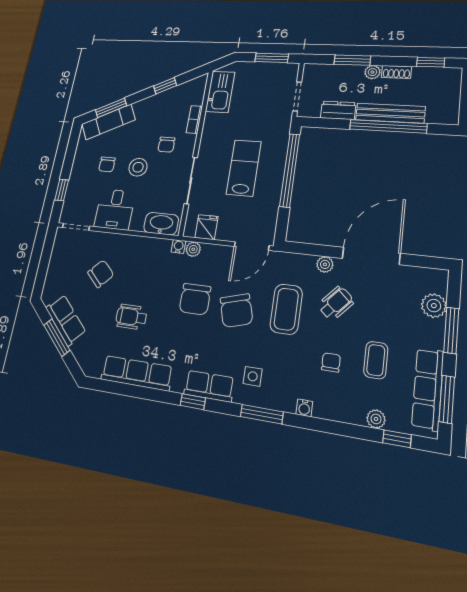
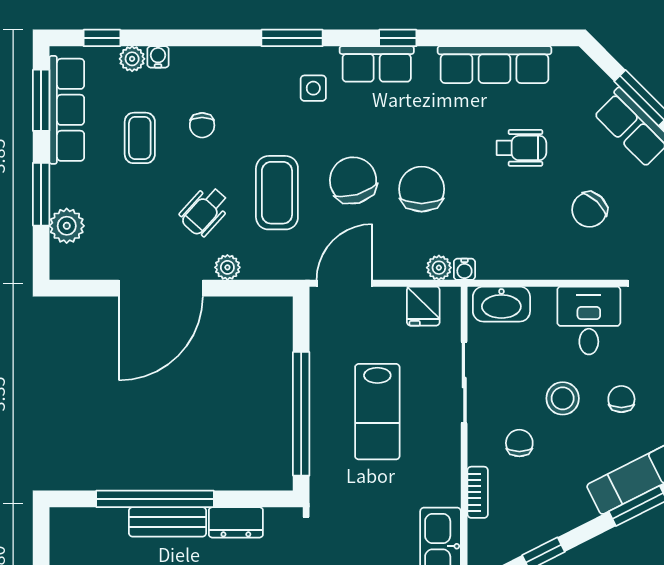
bench: (390, 113) -> (168, 522), width x0.73
water cooler: (304, 408) -> (158, 57), moved

